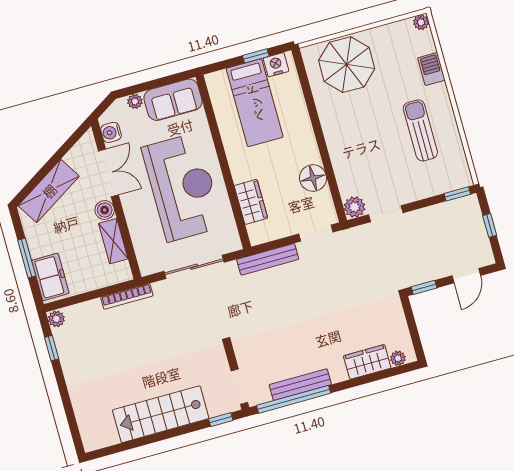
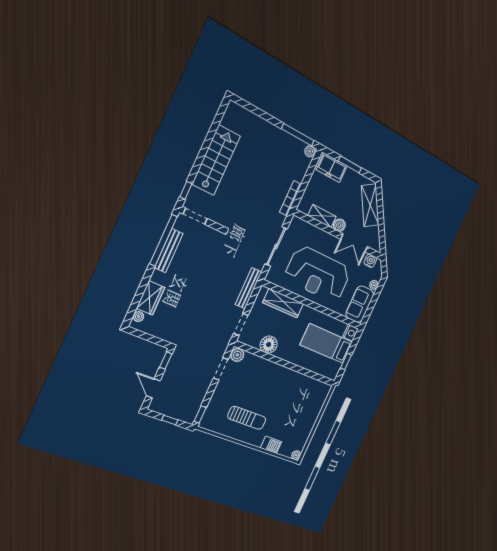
nightstand: (276, 65) -> (350, 333), moved
parasol: (347, 65) -> (307, 404), removed
wardrobe: (251, 202) -> (283, 303), width x1.50
window: (52, 348) -> (298, 135), width x2.17

